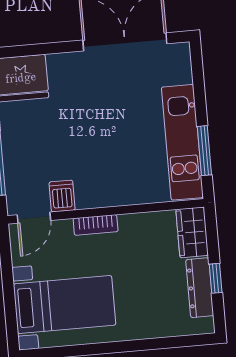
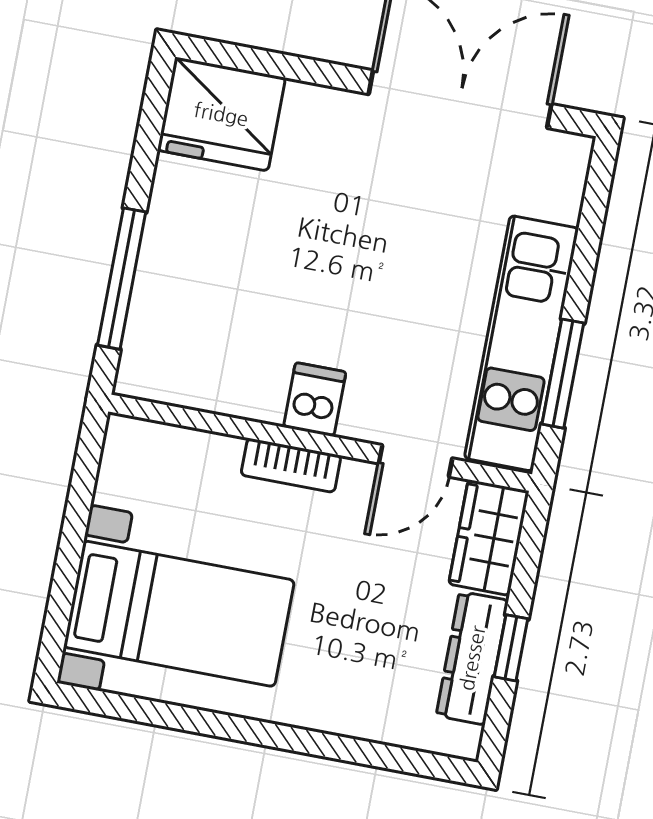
dishwasher: (62, 196) -> (315, 400), moved
door: (34, 218) -> (415, 461), moved

